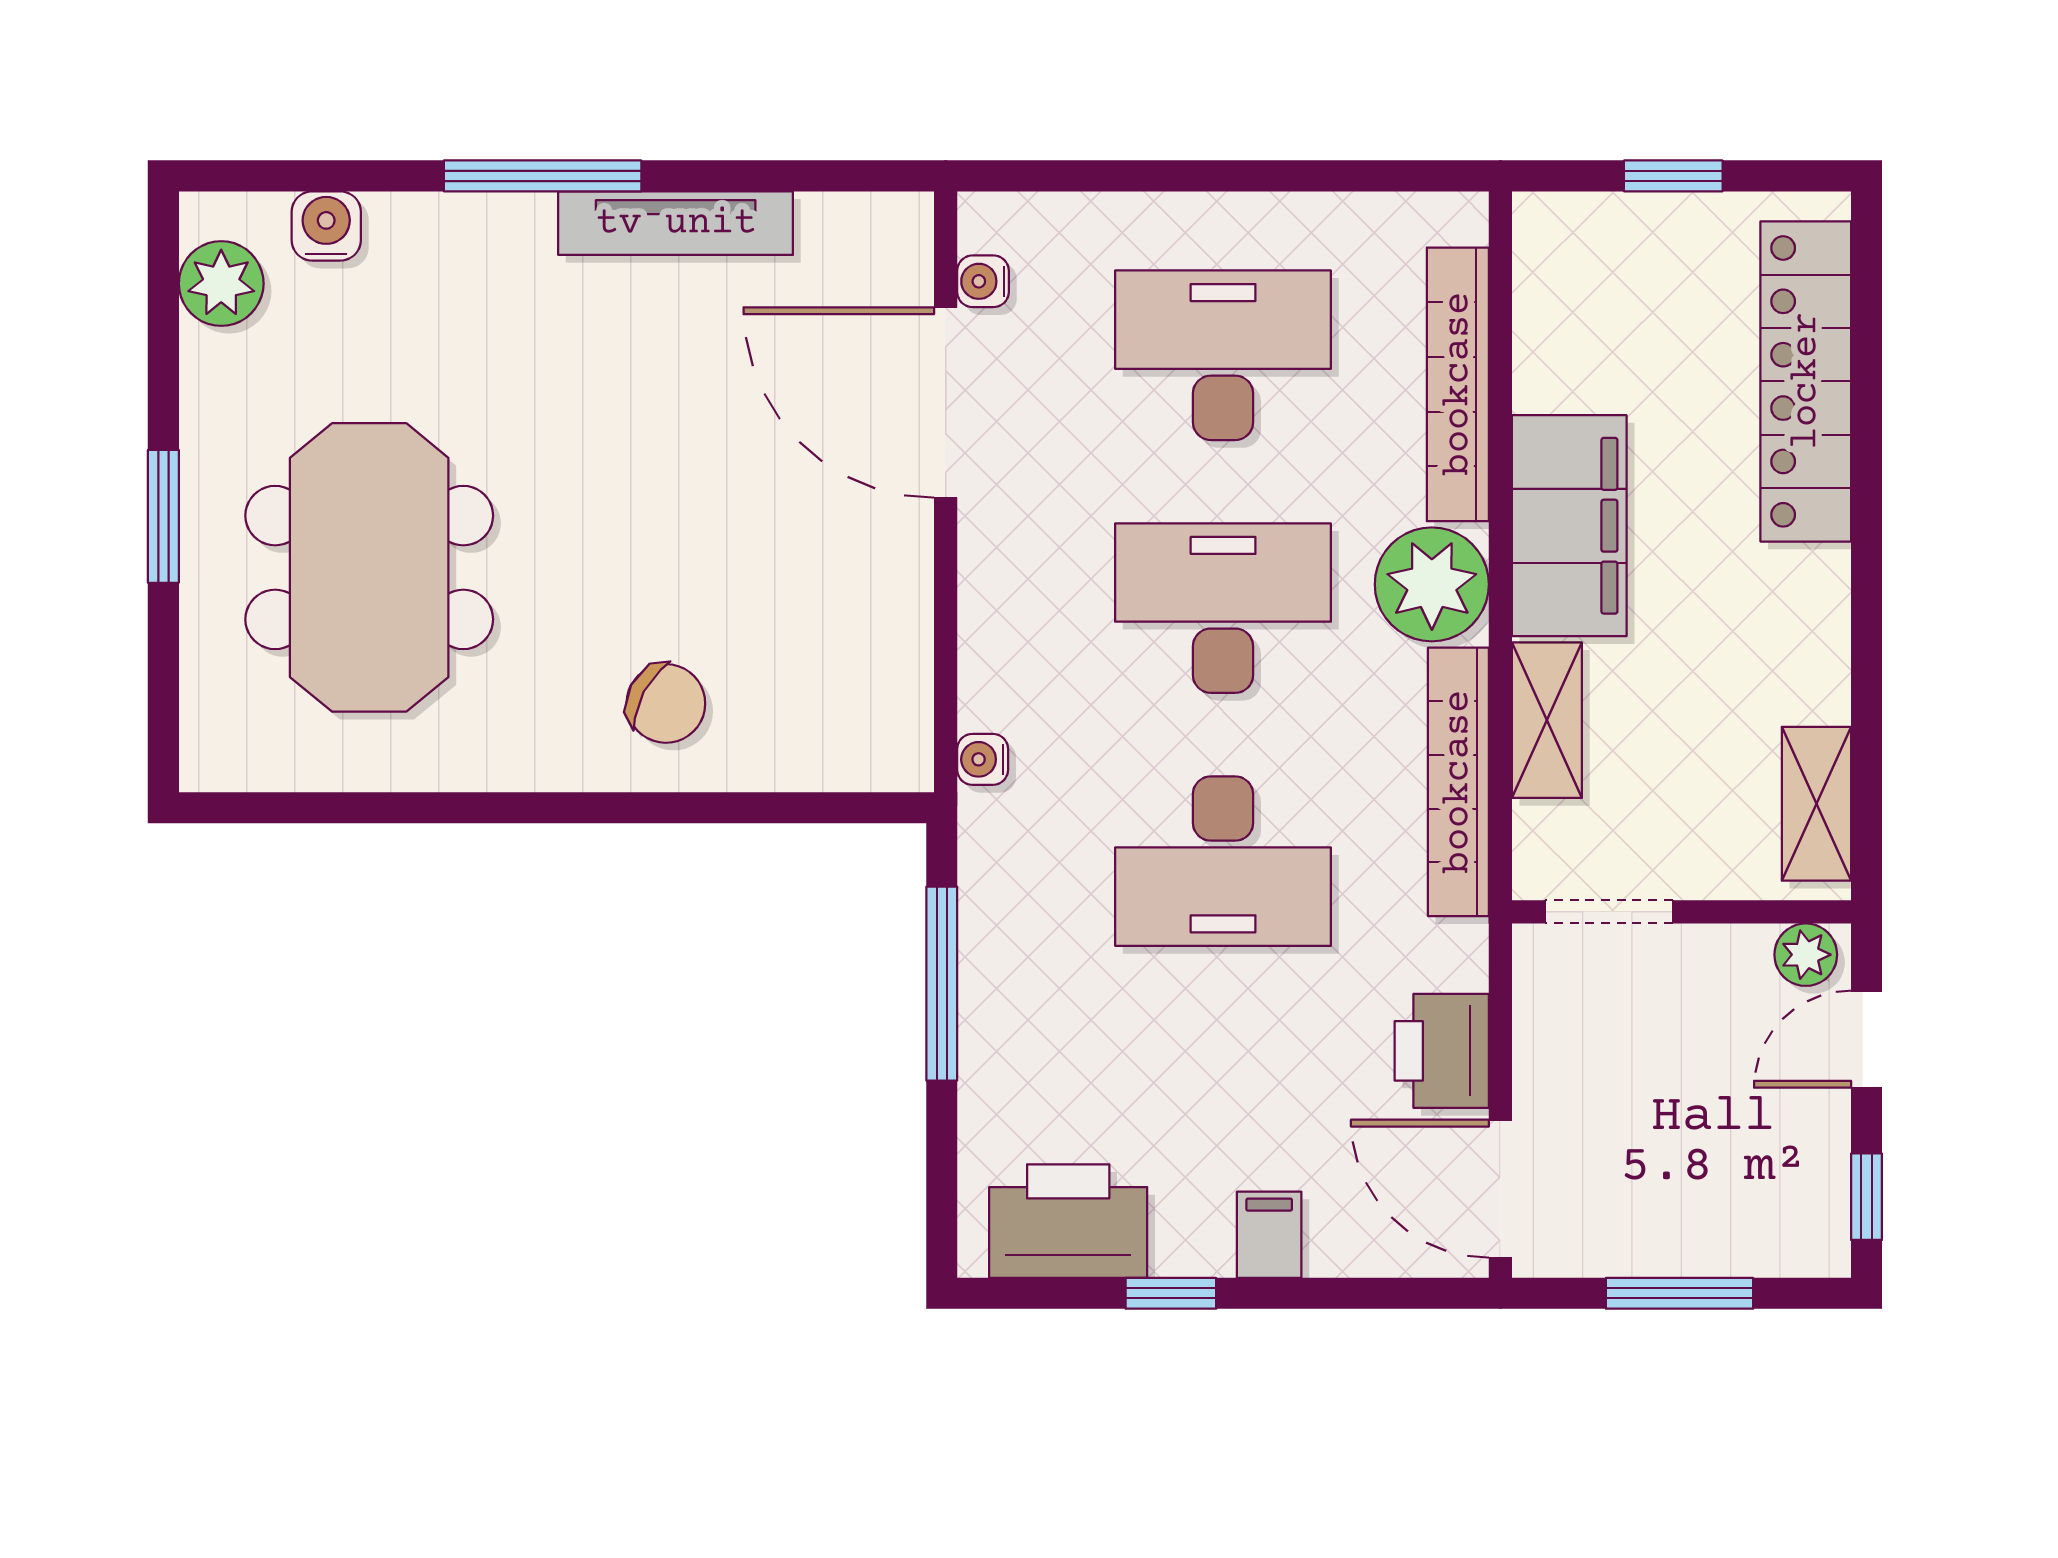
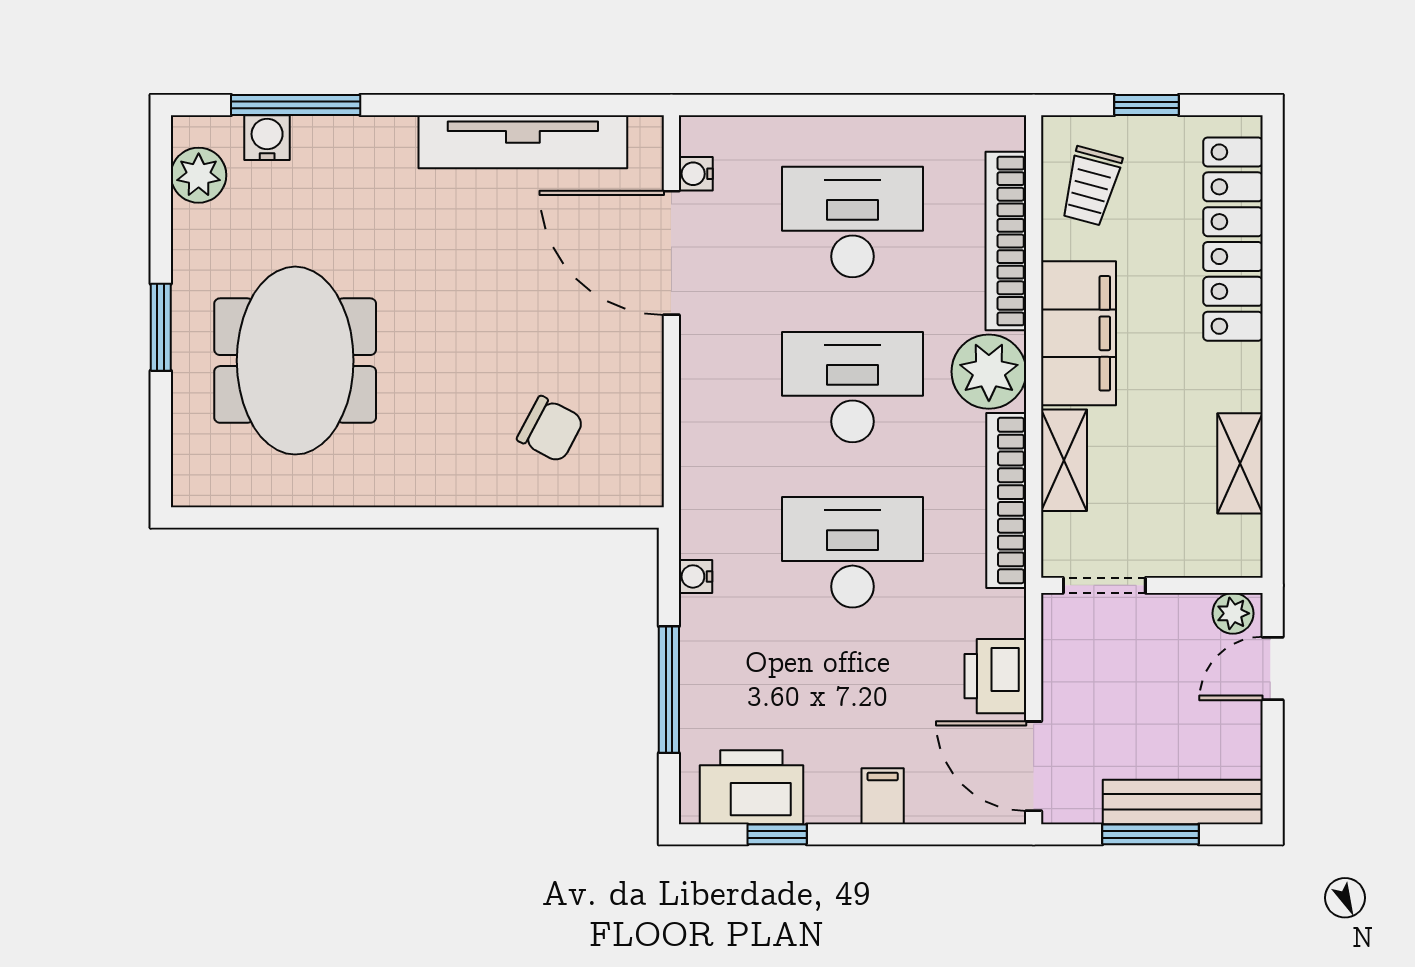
window: (543, 176) -> (296, 105), moved
tv unit: (676, 223) -> (523, 142), width x1.36, depth x1.29
trolley: (1588, 300) -> (1091, 186), added
chair: (666, 703) -> (550, 429), moved
water cooler: (983, 759) -> (696, 576), moved
shelving: (1816, 804) -> (1240, 463), moved
desk: (1223, 861) -> (853, 552), turned 180
window: (942, 984) -> (669, 690), moved
window: (1866, 1197) -> (1273, 771), removed
bench: (1729, 1244) -> (1183, 802), added
window: (1171, 1293) -> (777, 834), moved

